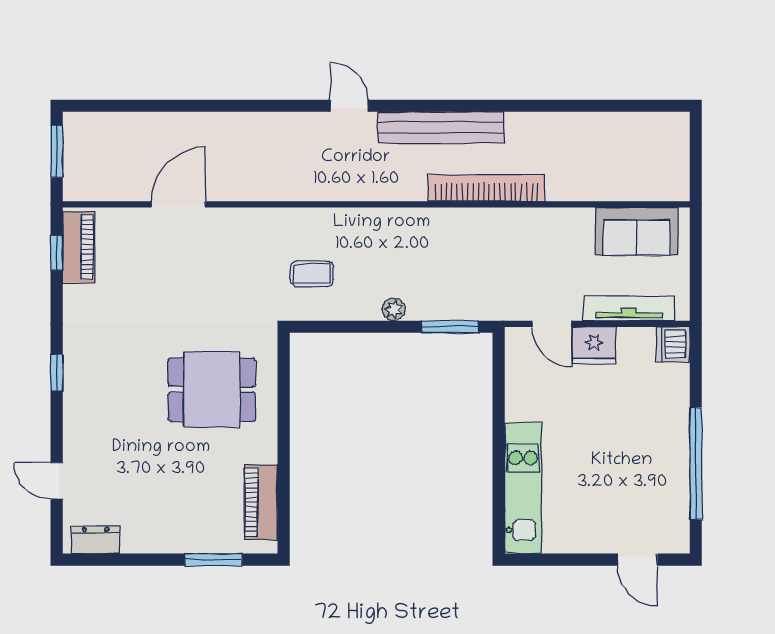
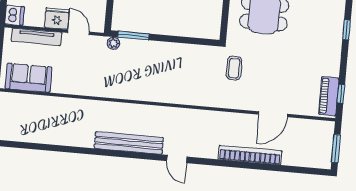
bookcase: (486, 188) -> (250, 155), moved, turned 180
coffee table: (312, 274) -> (234, 68), moved, turned 90
plant: (394, 309) -> (113, 43), moved

